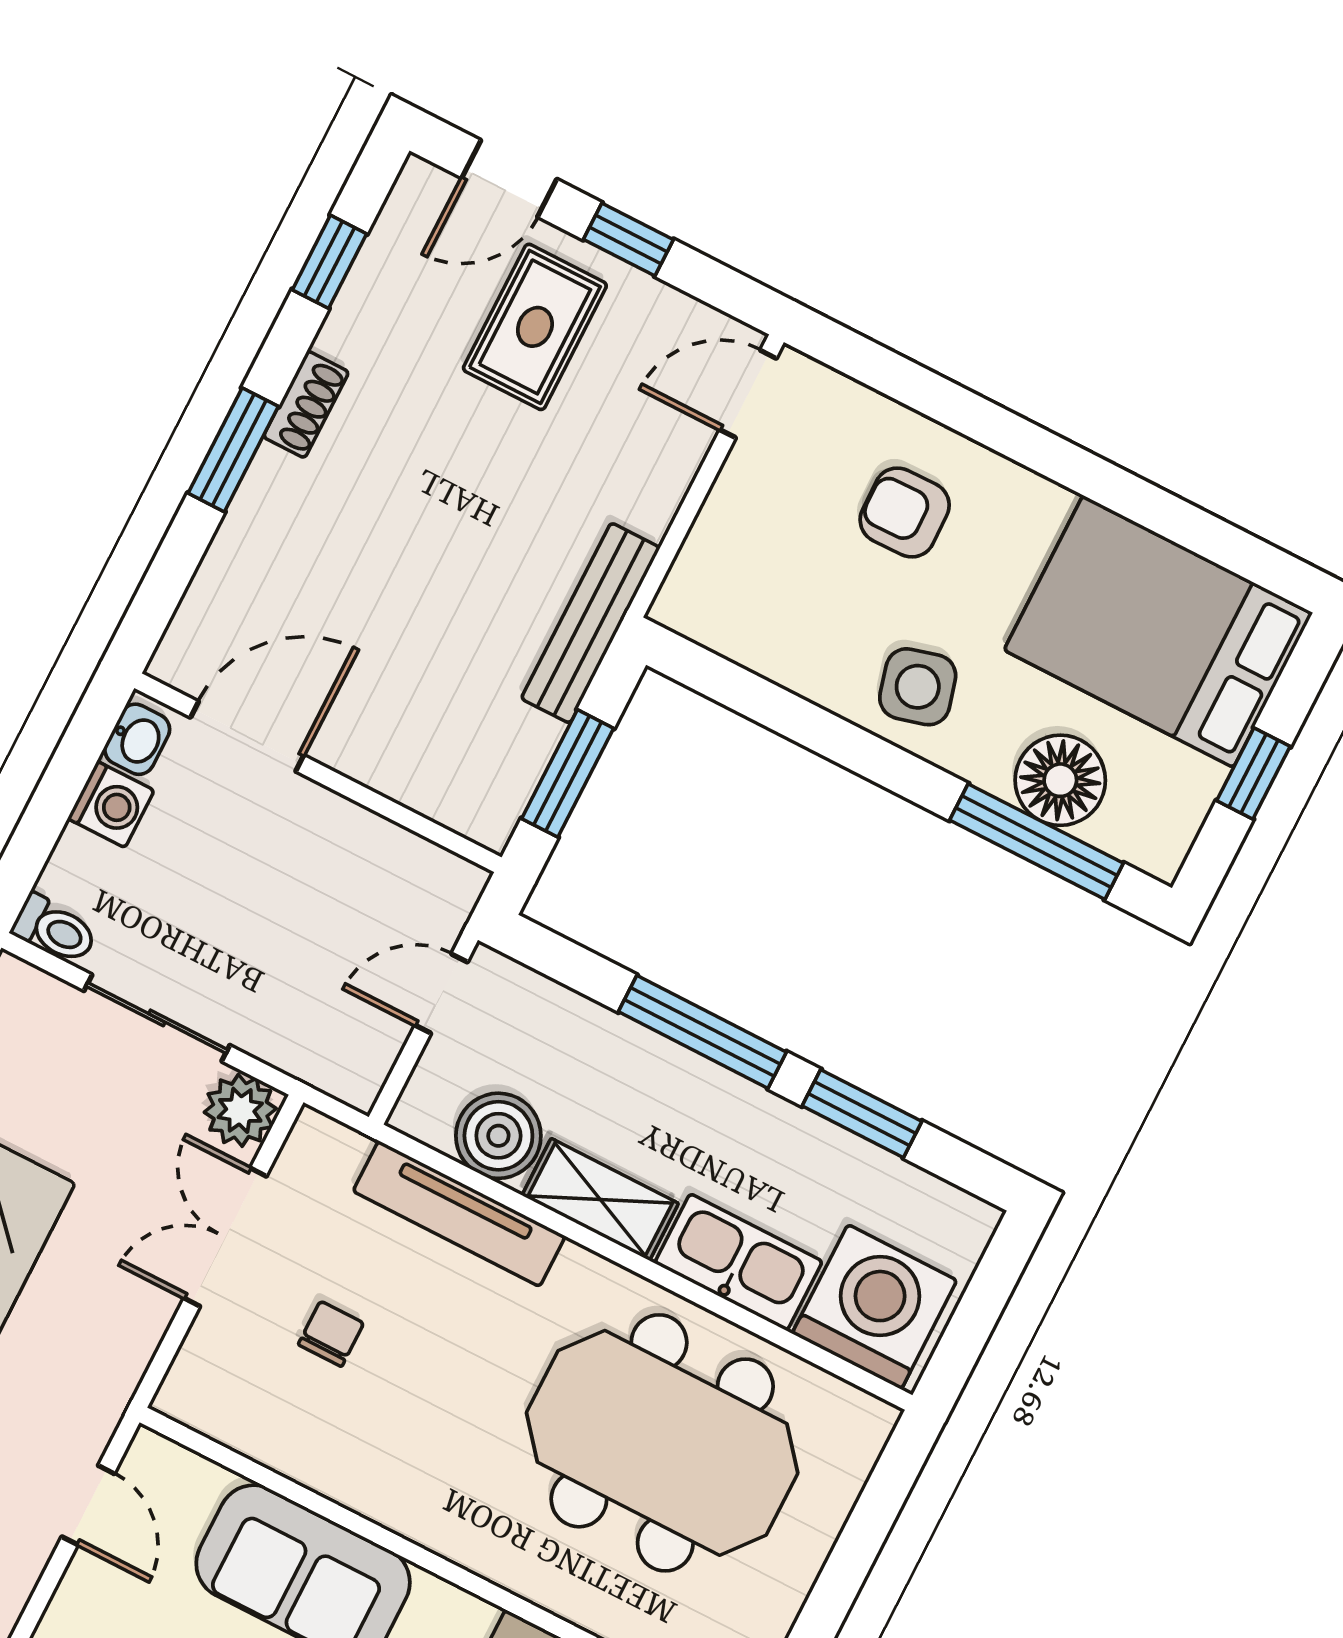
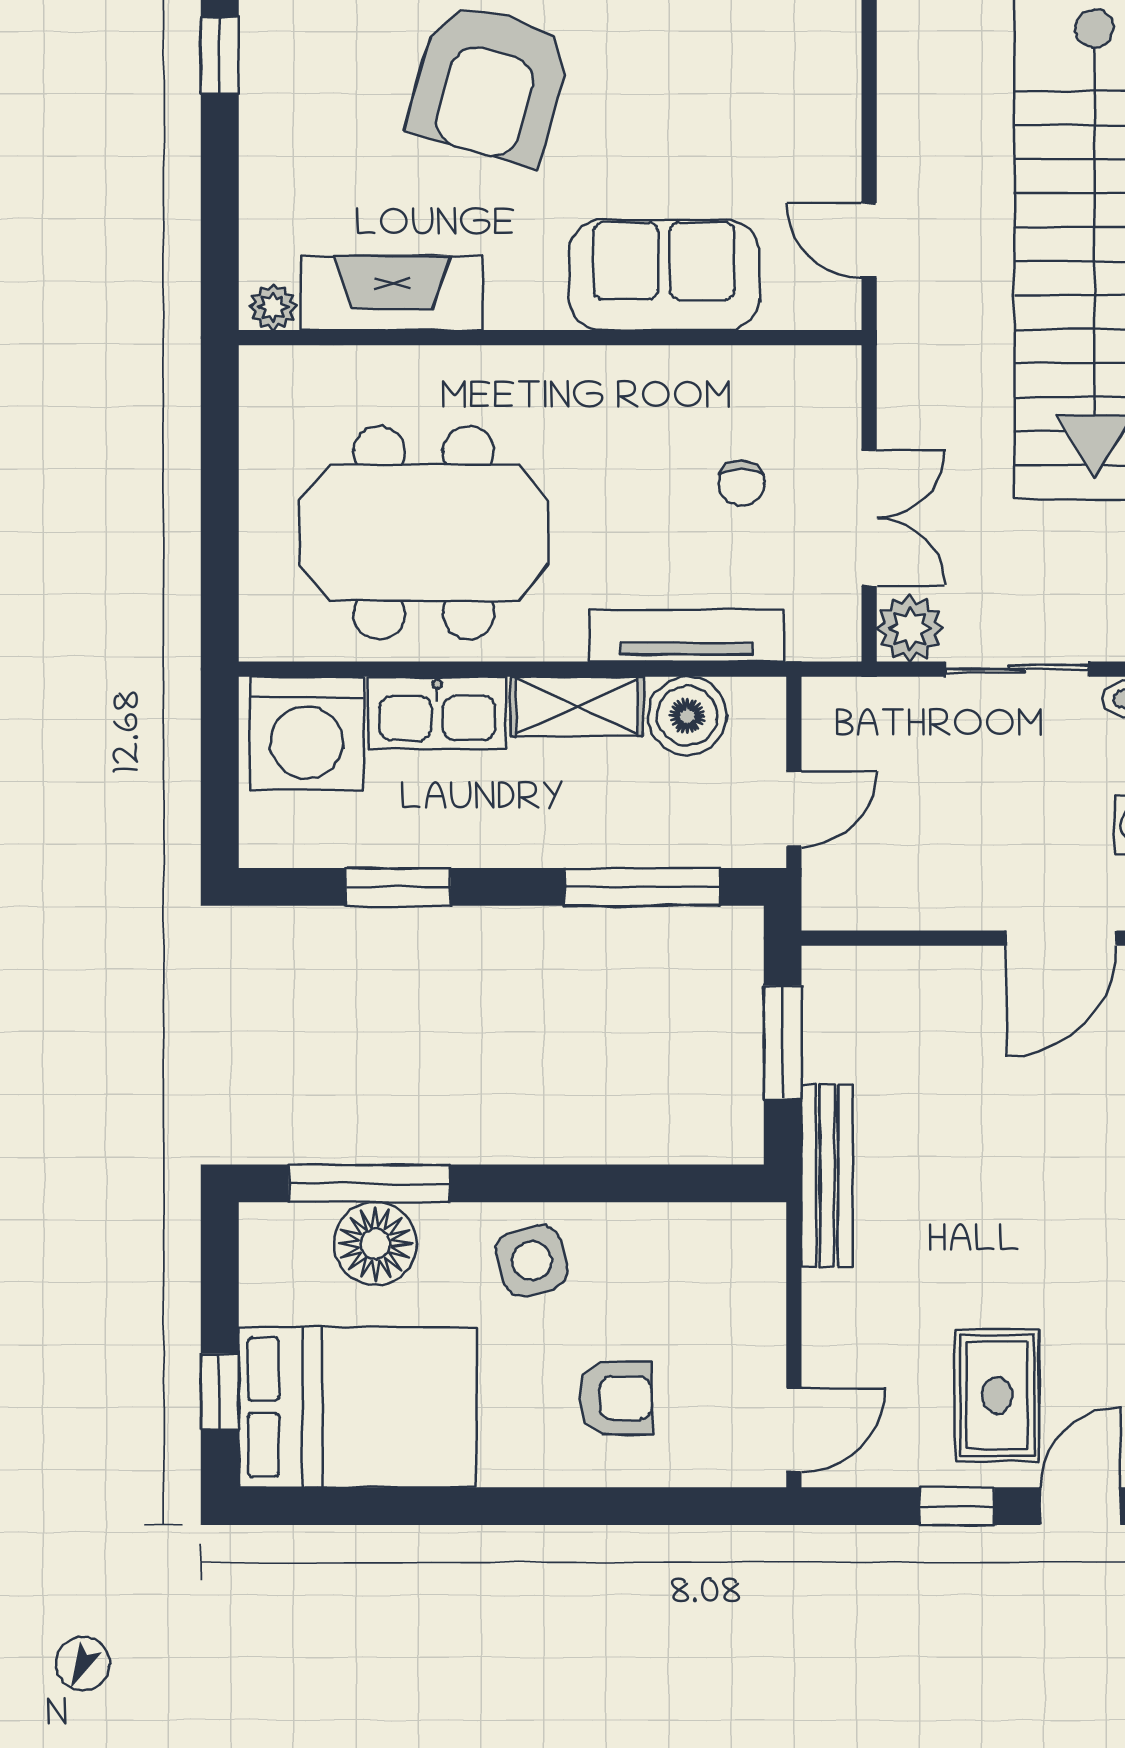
window: (1253, 774) -> (220, 1392), moved
window: (702, 1032) -> (643, 887), moved

